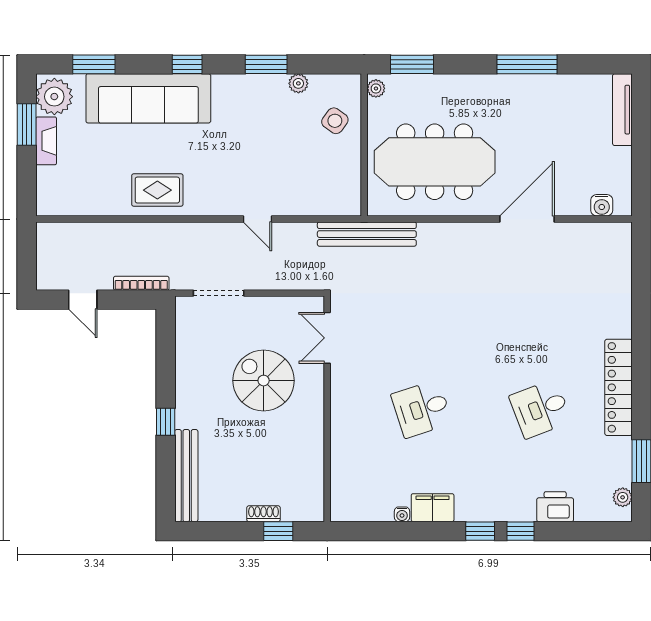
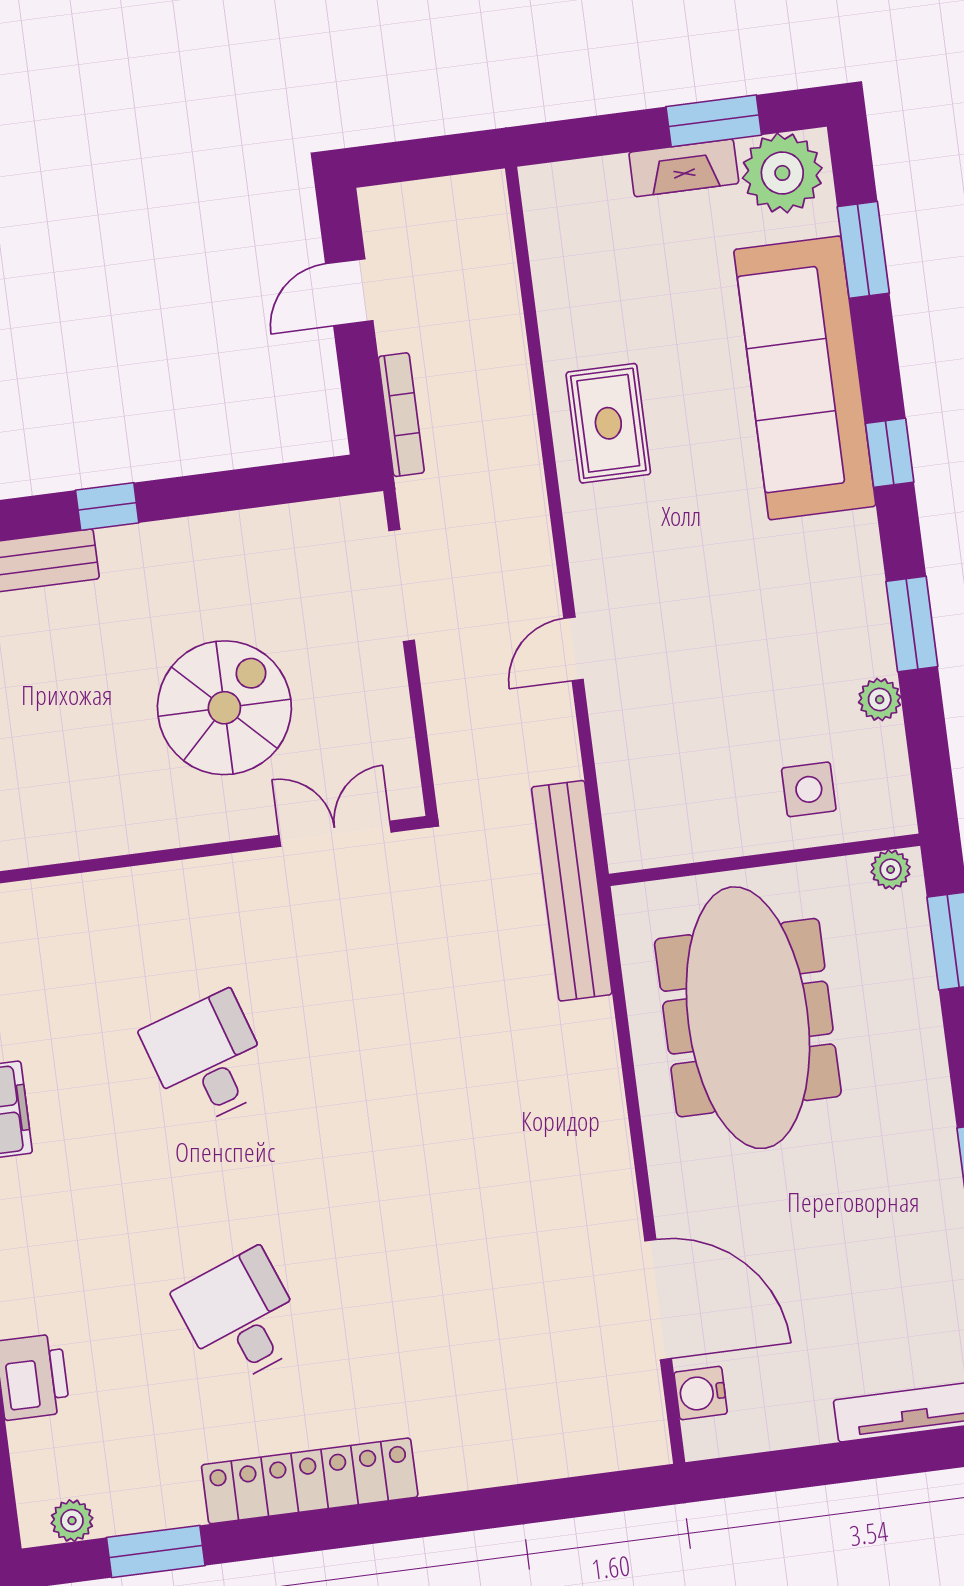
side table: (335, 121) -> (809, 789), turned -36
door: (527, 219) -> (658, 1300), moved

